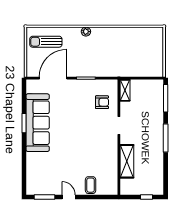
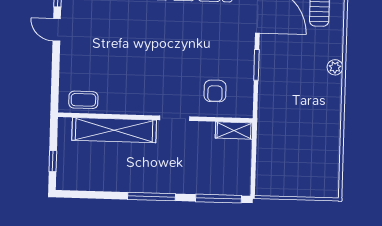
shelving: (127, 161) -> (114, 130), width x1.47
coffee table: (91, 185) -> (83, 100), moved
door: (69, 197) -> (57, 30), swing flipped

